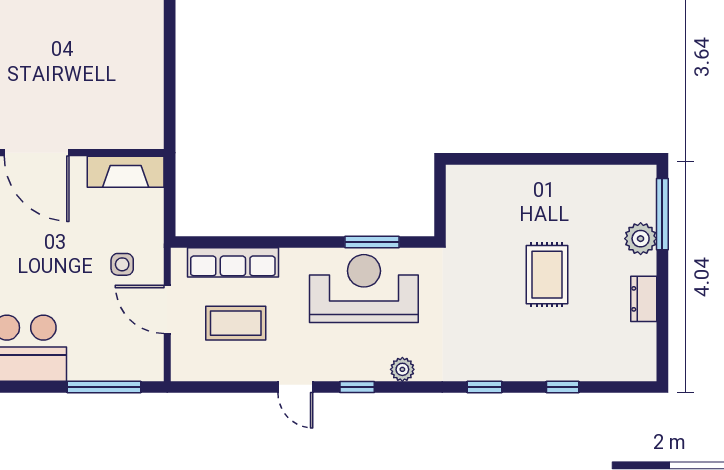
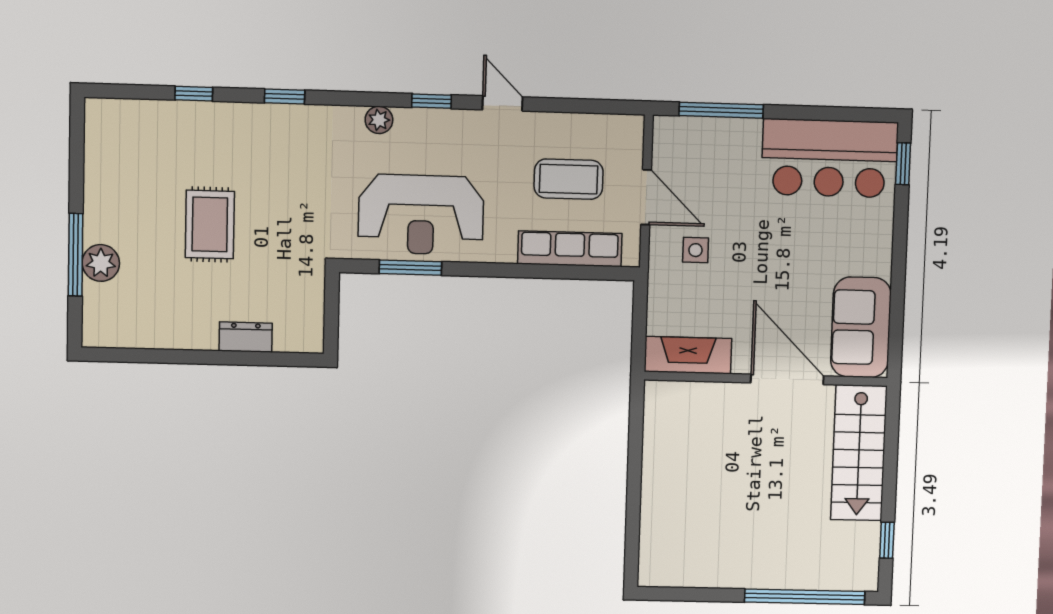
window: (662, 214) -> (76, 255), moved
dresser: (644, 299) -> (246, 337), moved, turned -90

